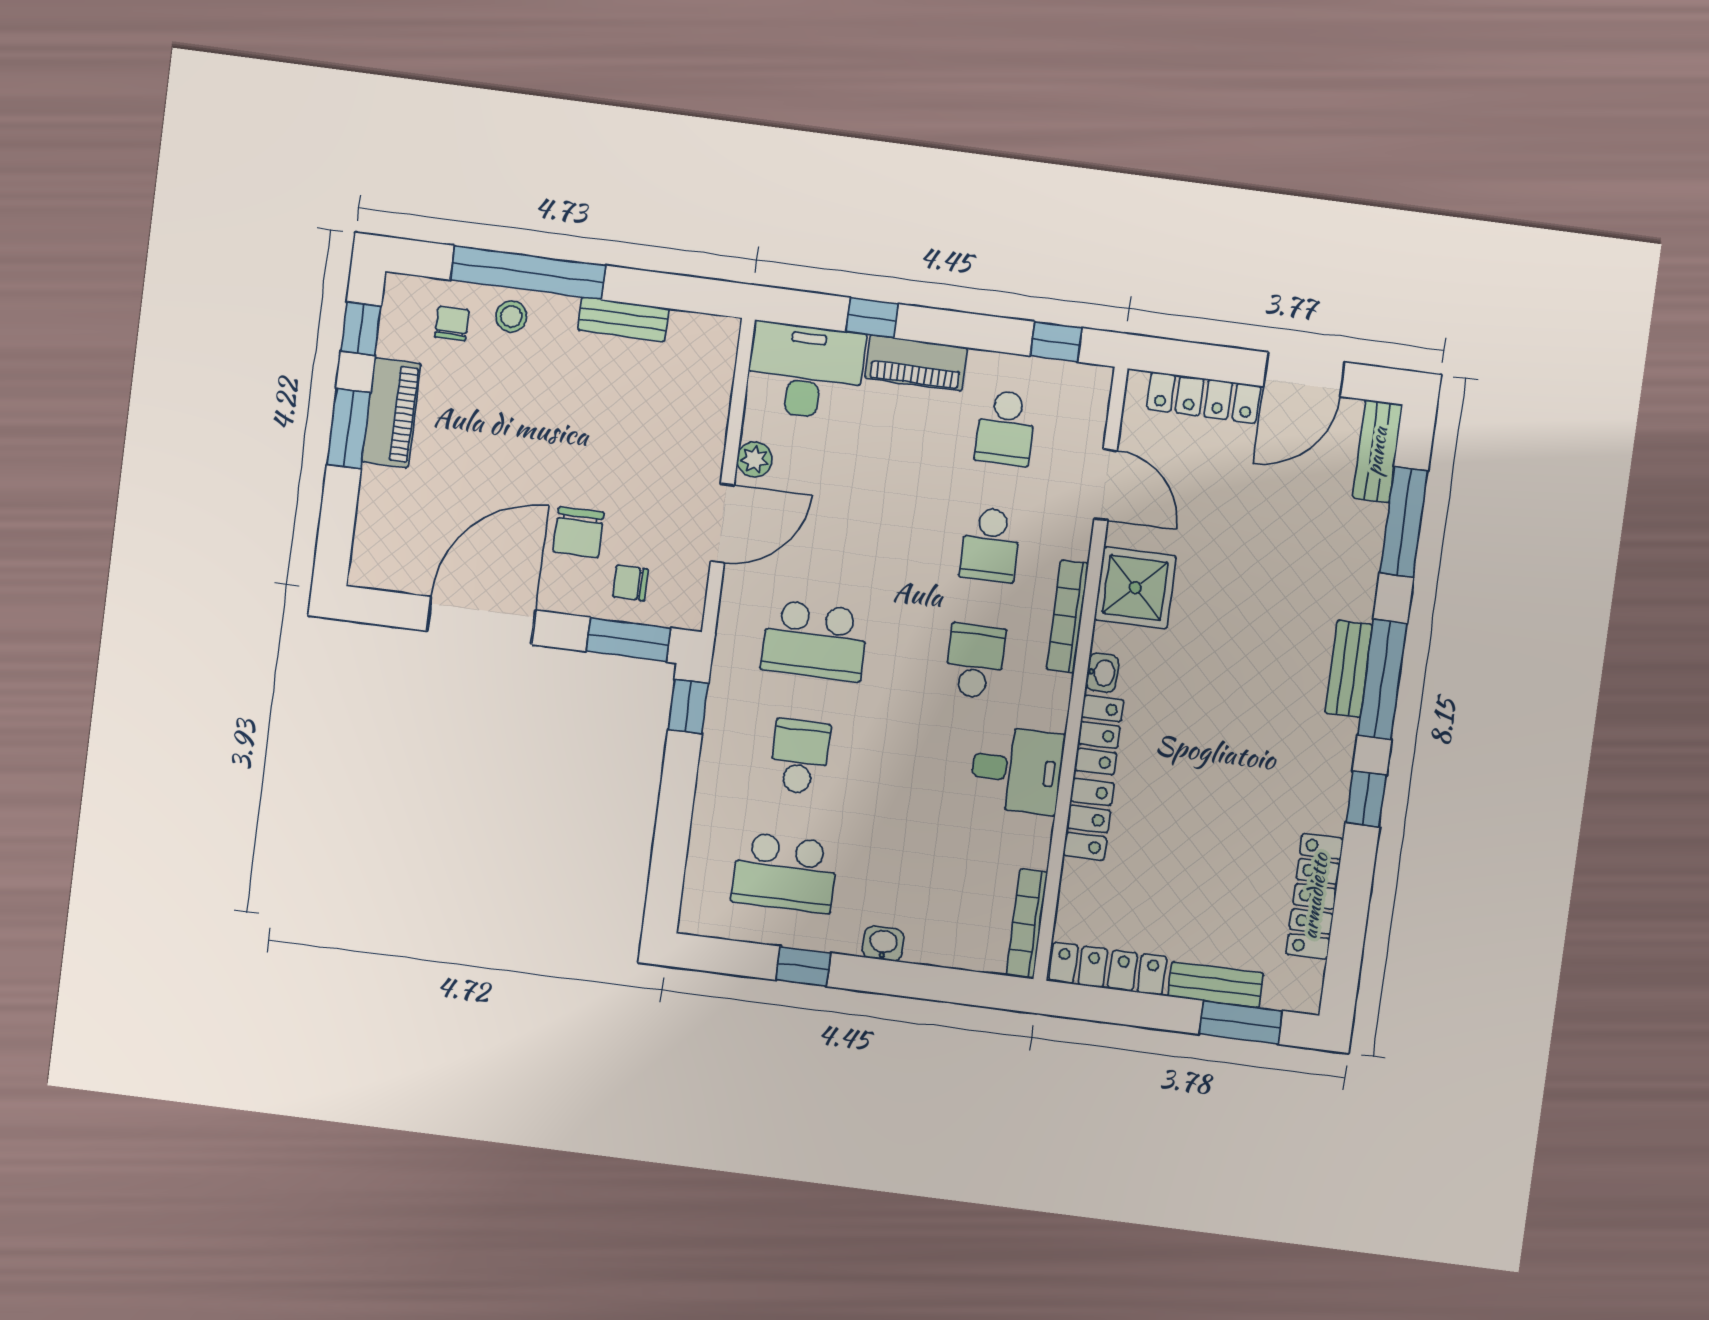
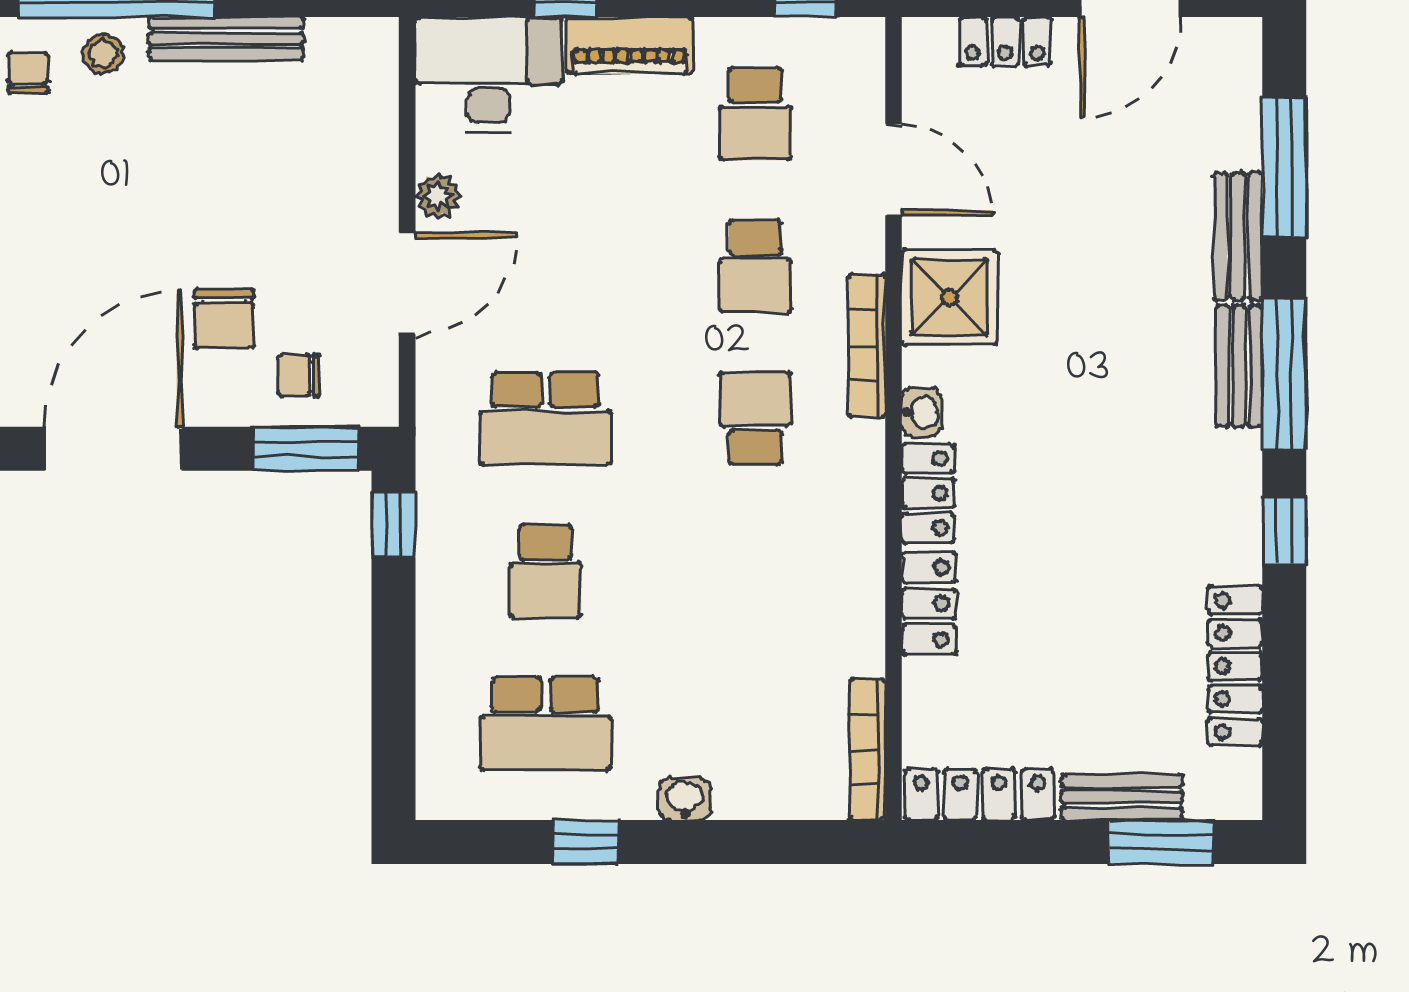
bench: (623, 319) -> (226, 39), width x1.36
locker: (1204, 398) -> (1005, 42), width x0.66
bench: (1377, 451) -> (1238, 237), moved
school desk: (800, 757) -> (545, 571), turned 180
desk: (1017, 770) -> (828, 552), removed

